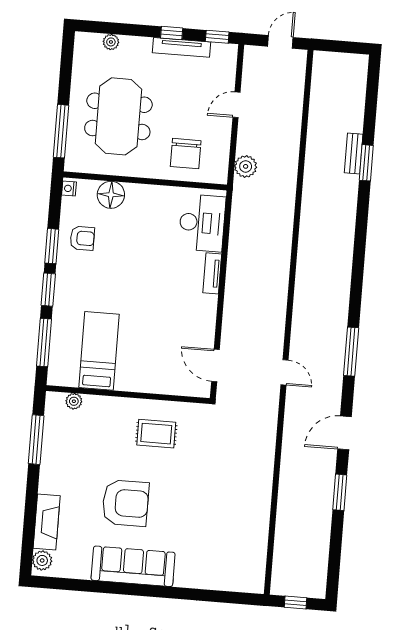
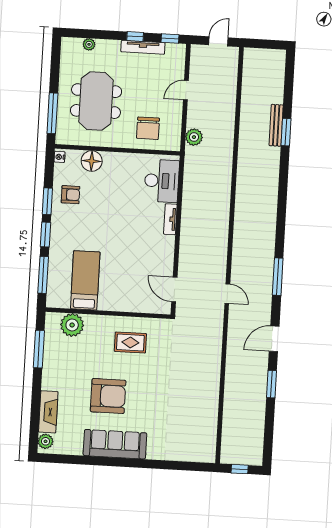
bench: (354, 153) -> (276, 125), width x1.36
plant: (74, 401) -> (72, 325), width x1.88, depth x1.88

